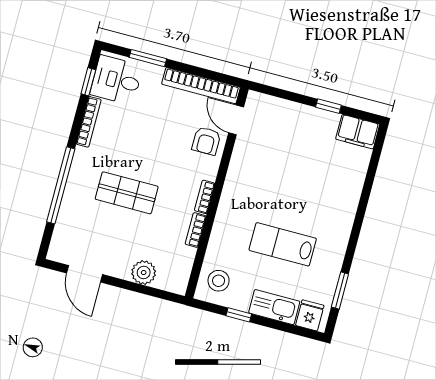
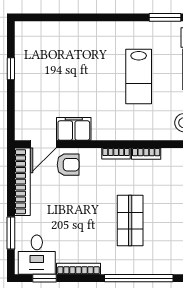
filing cabinet: (358, 132) -> (74, 129), moved, turned -90

